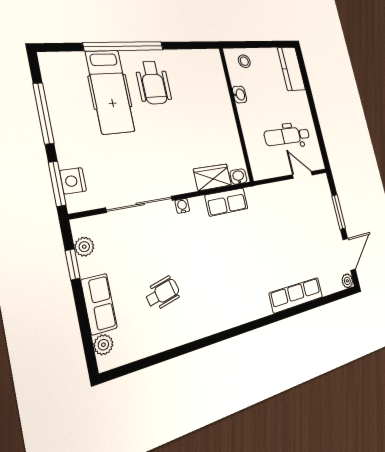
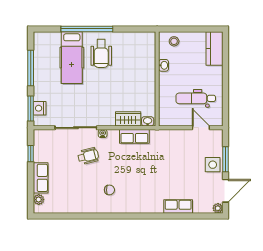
side table: (327, 222) -> (213, 165), added
plant: (84, 247) -> (39, 146), removed
wheelchair: (163, 293) -> (88, 156), moved
chair: (212, 294) -> (109, 190), added
row of seats: (296, 295) -> (178, 206), width x0.68

